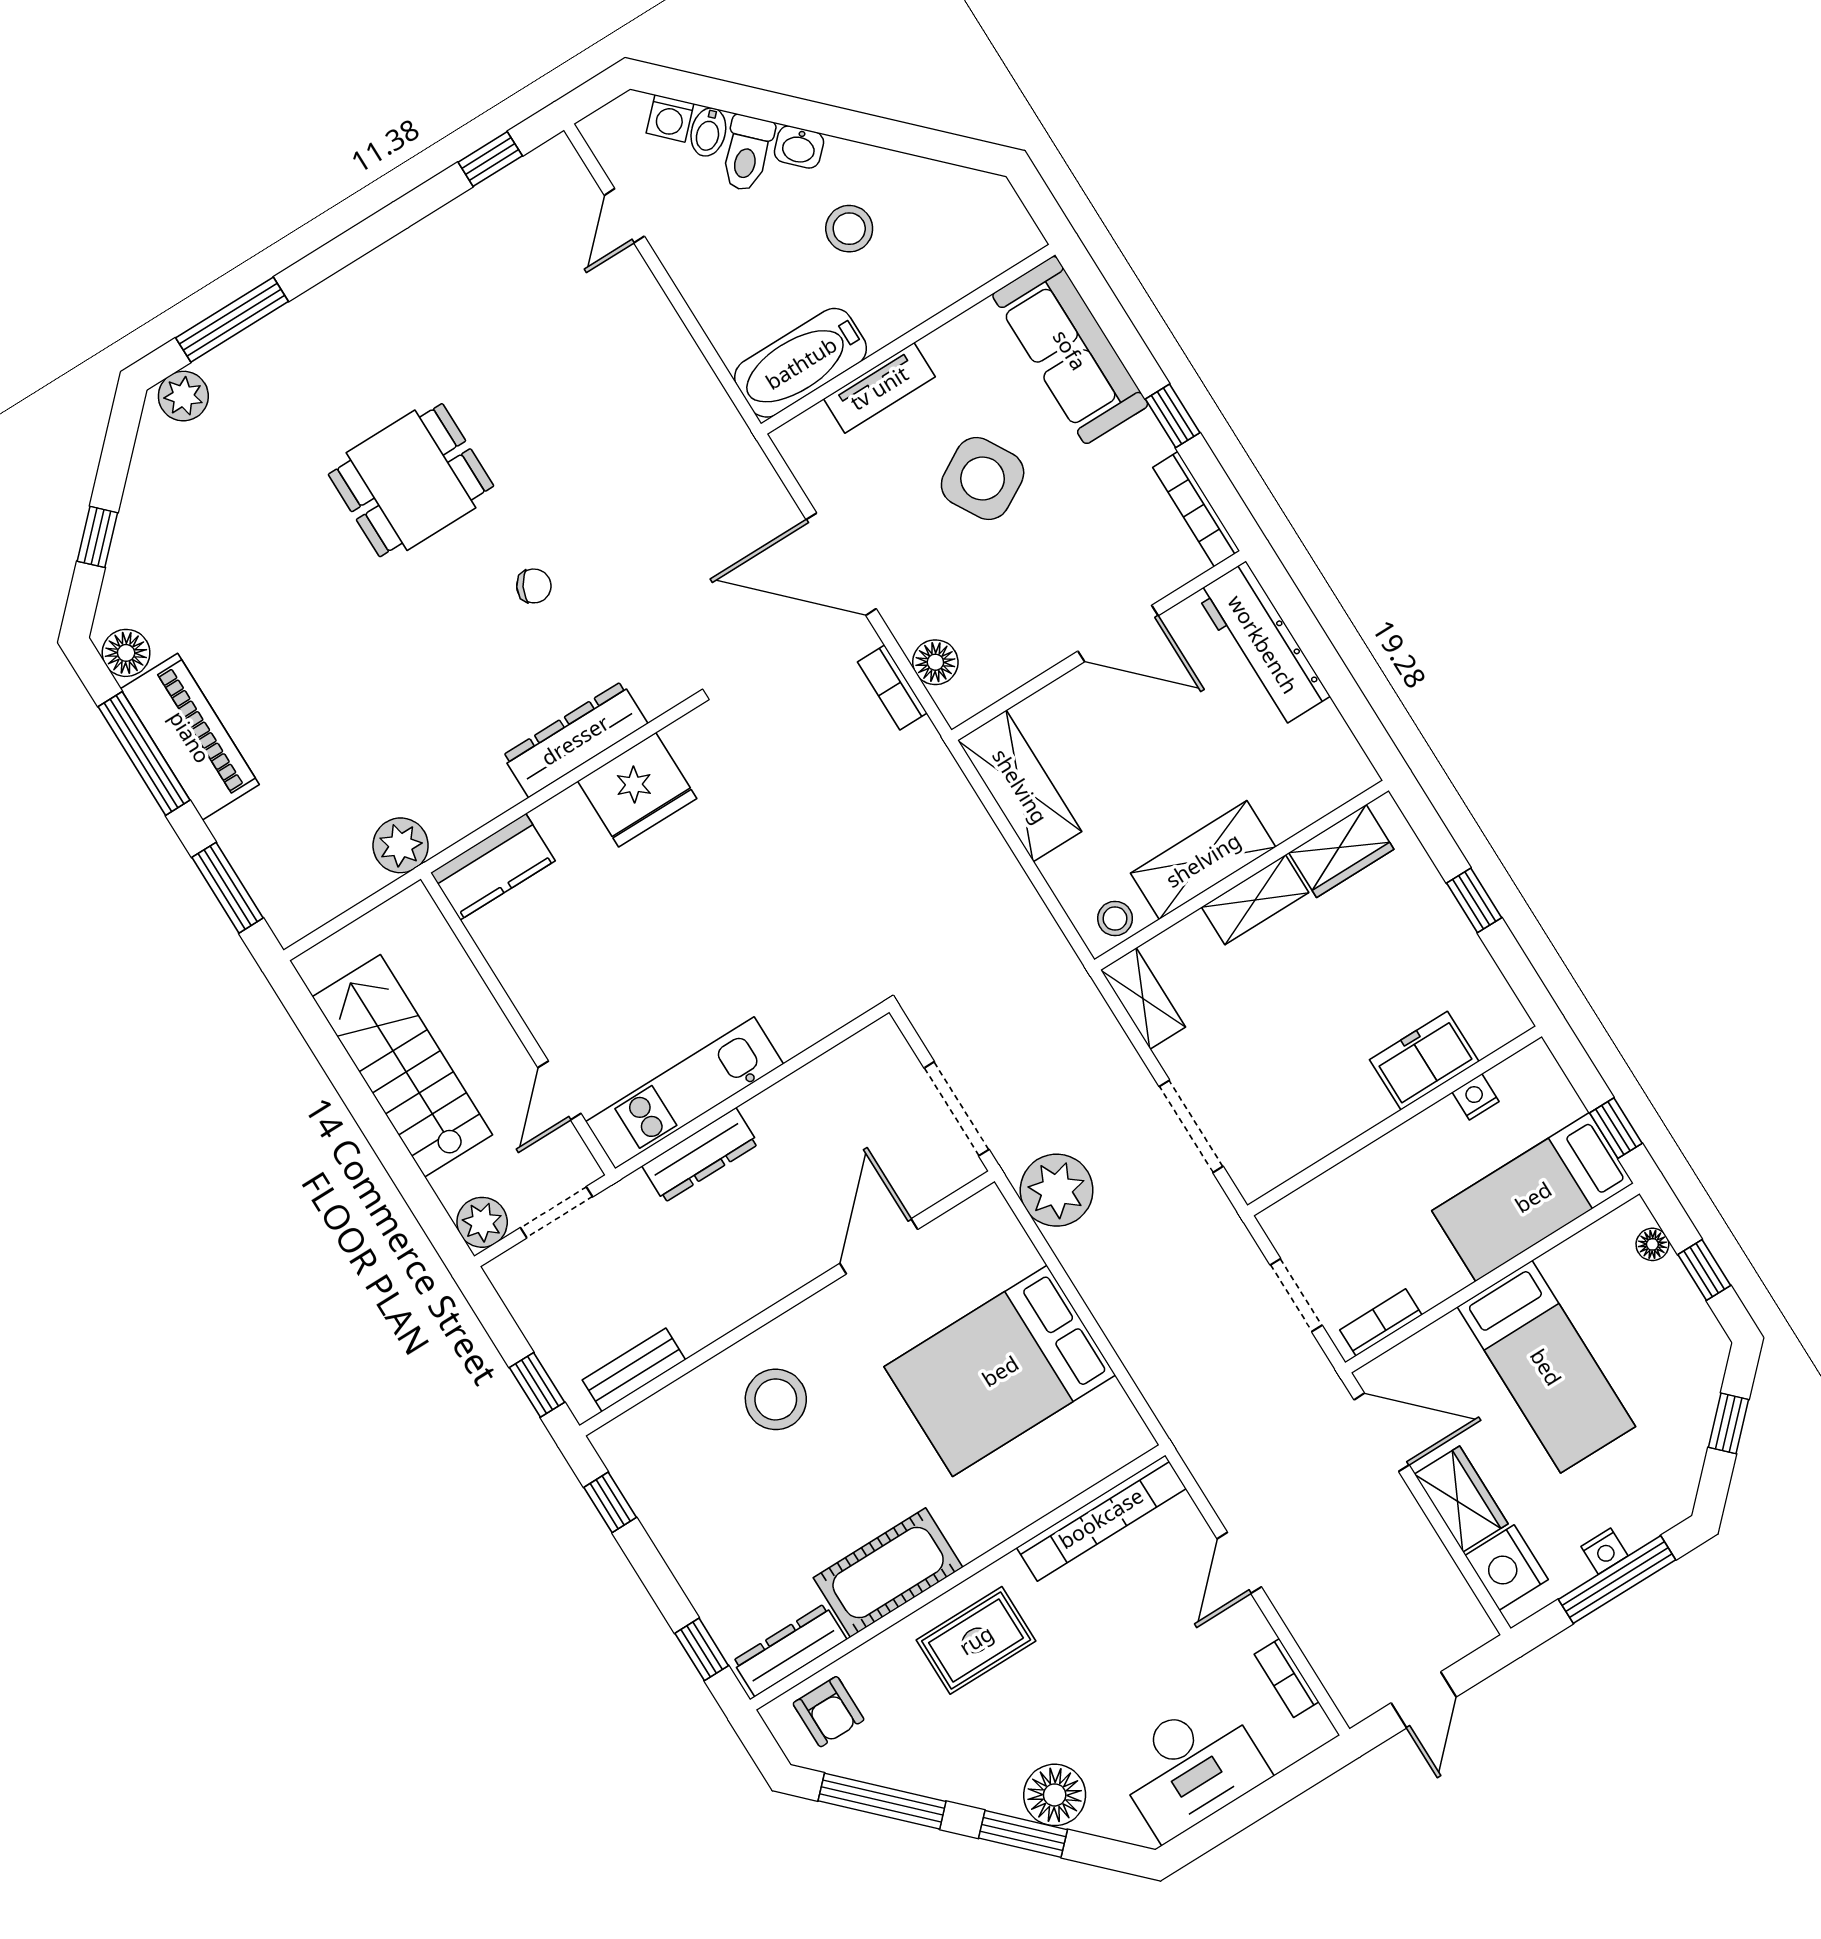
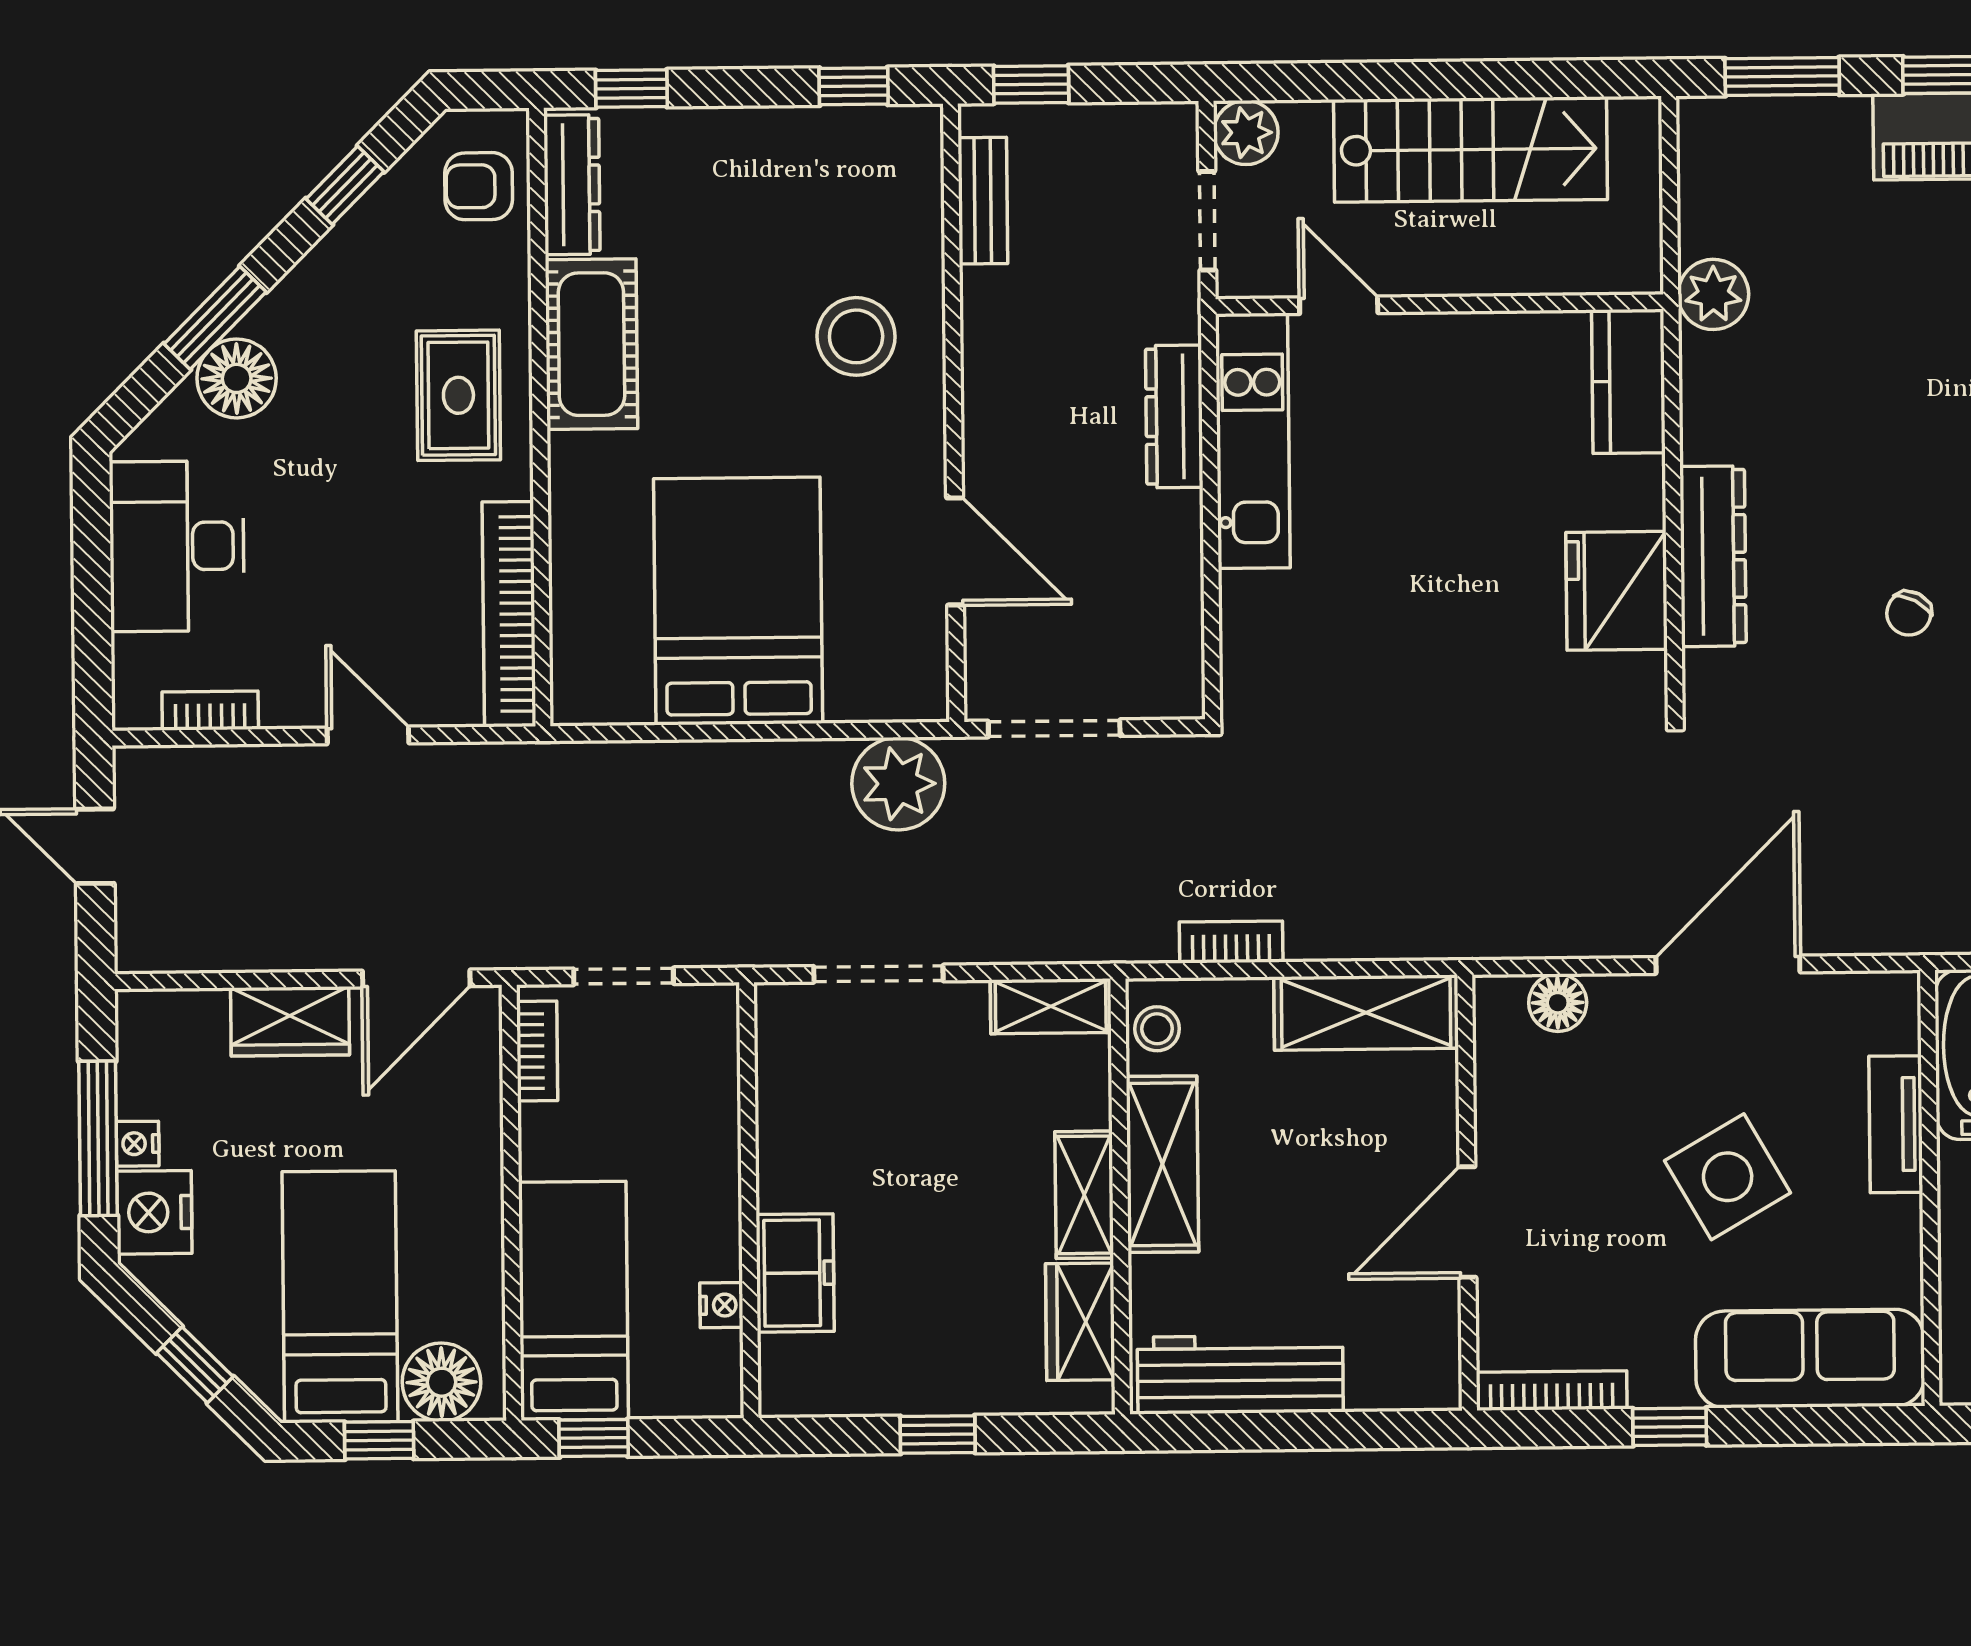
workbench: (1263, 644) -> (1240, 1375), moved
bookcase: (892, 687) -> (1231, 942), moved
floor lamp: (1652, 1244) -> (442, 1382), width x1.89, depth x1.89
bed: (1546, 1367) -> (340, 1297), moved, turned 90
nightstand: (1507, 1568) -> (154, 1212), moved, turned -90
window: (882, 1801) -> (345, 185), width x0.46

